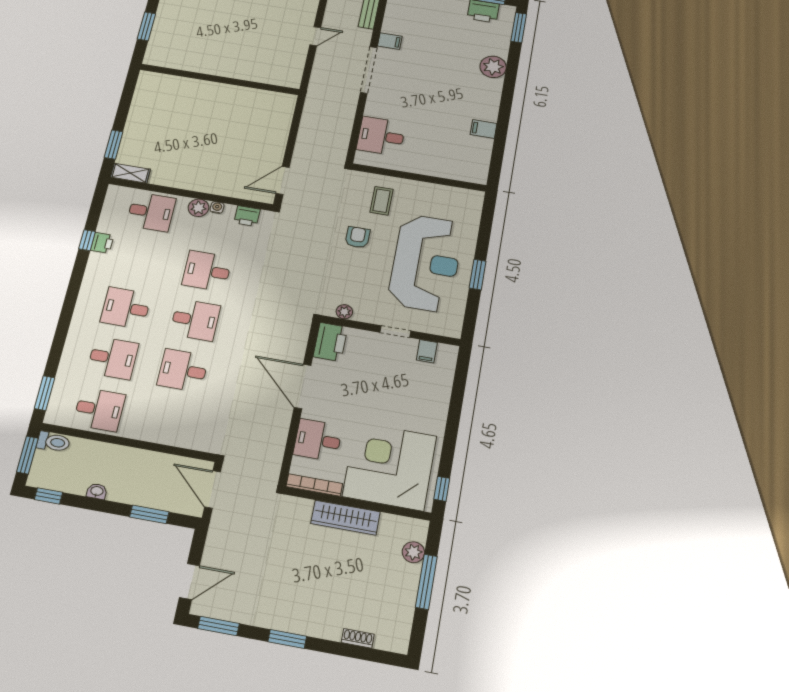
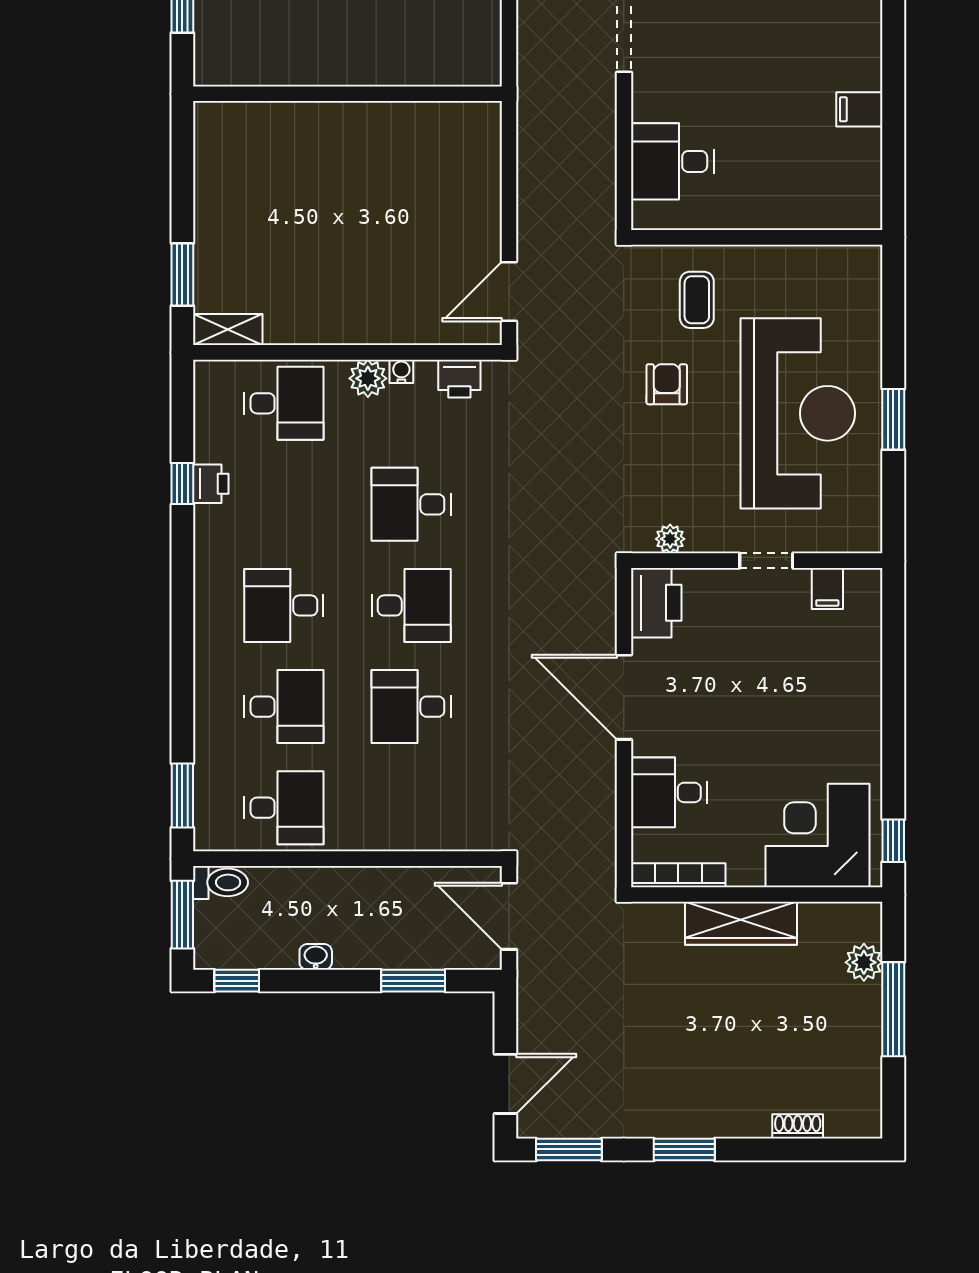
corner desk: (390, 466) -> (818, 835), width x0.74, depth x0.74

